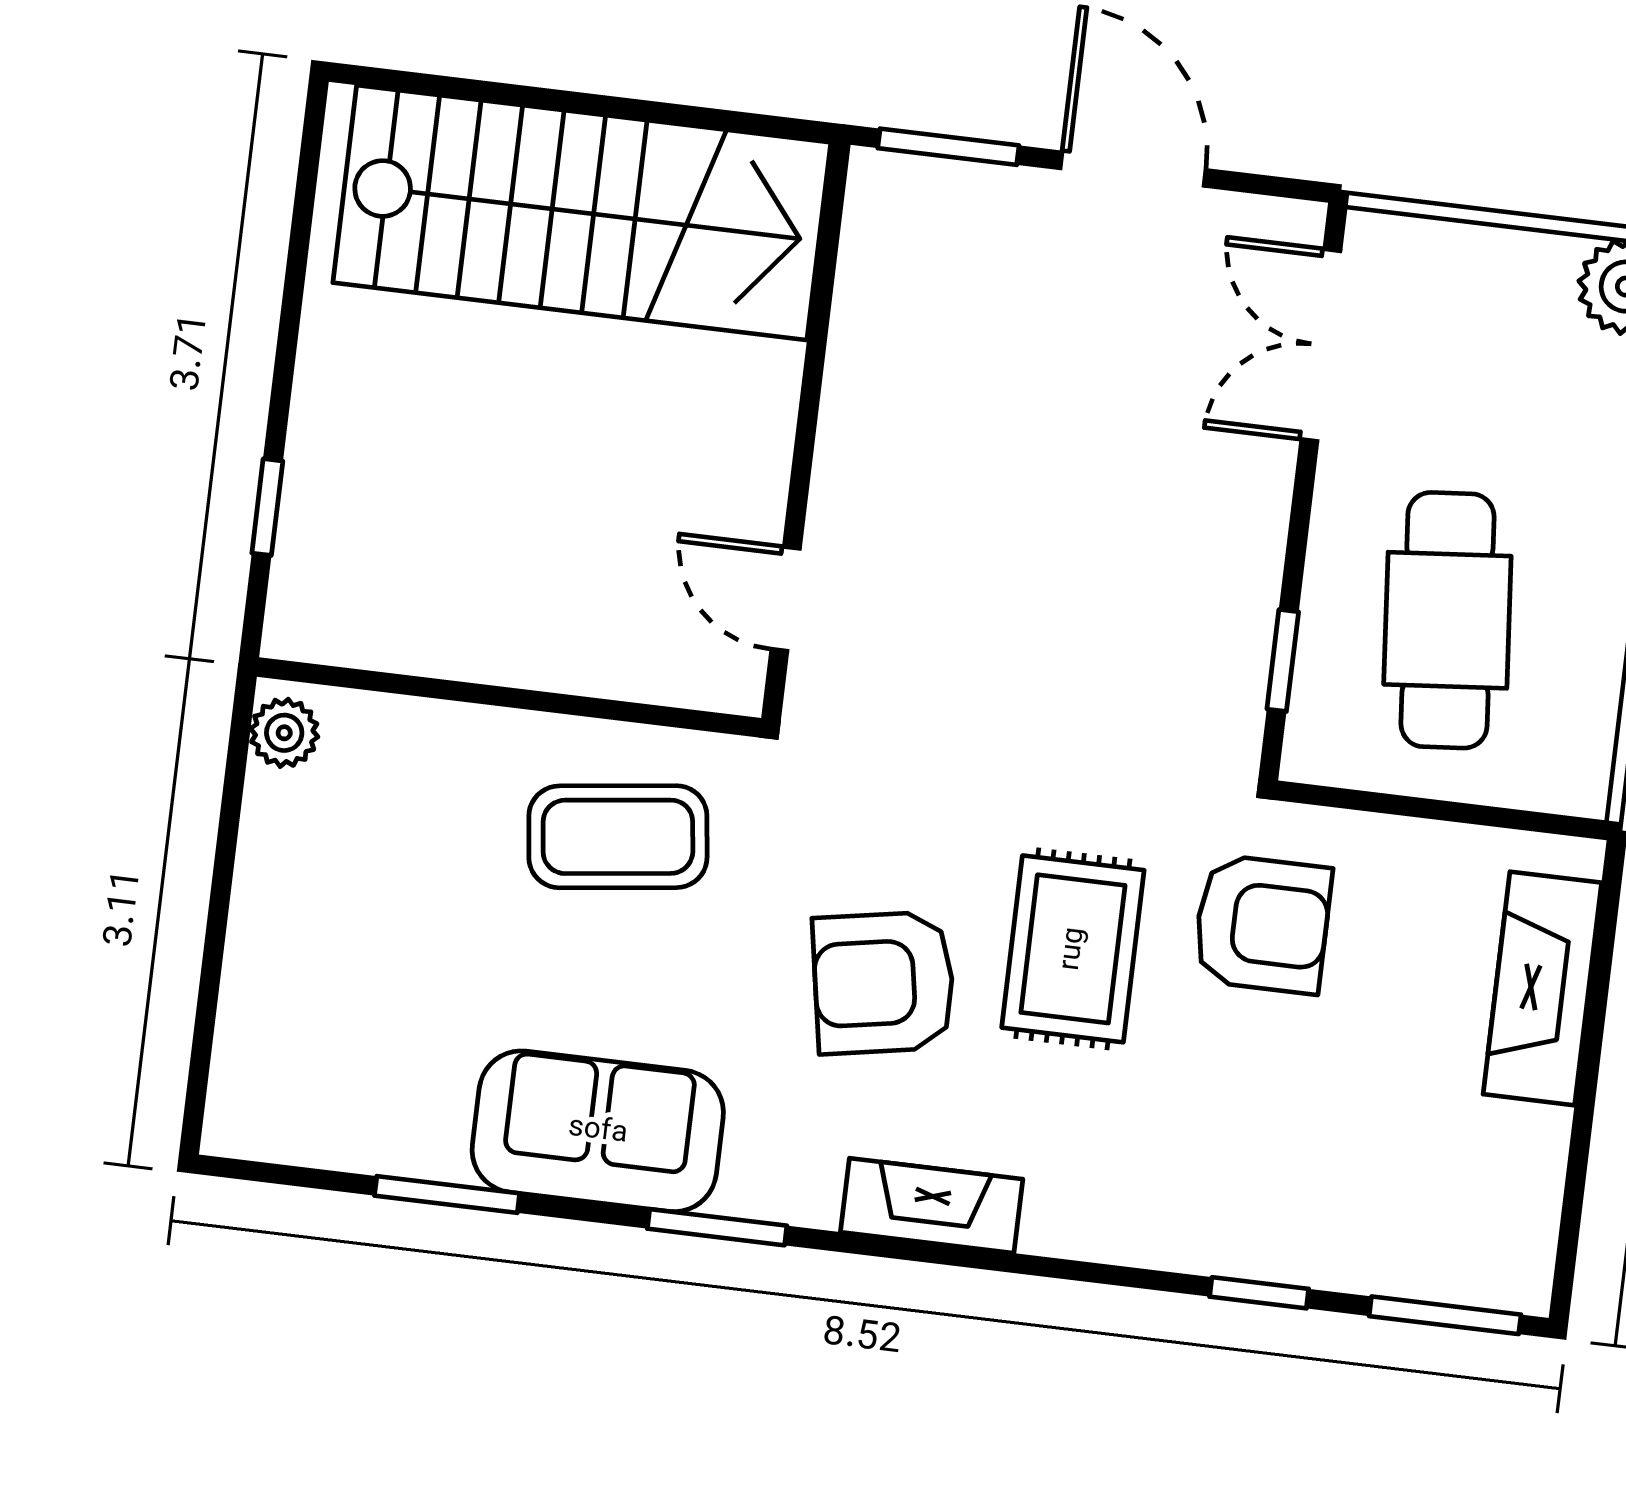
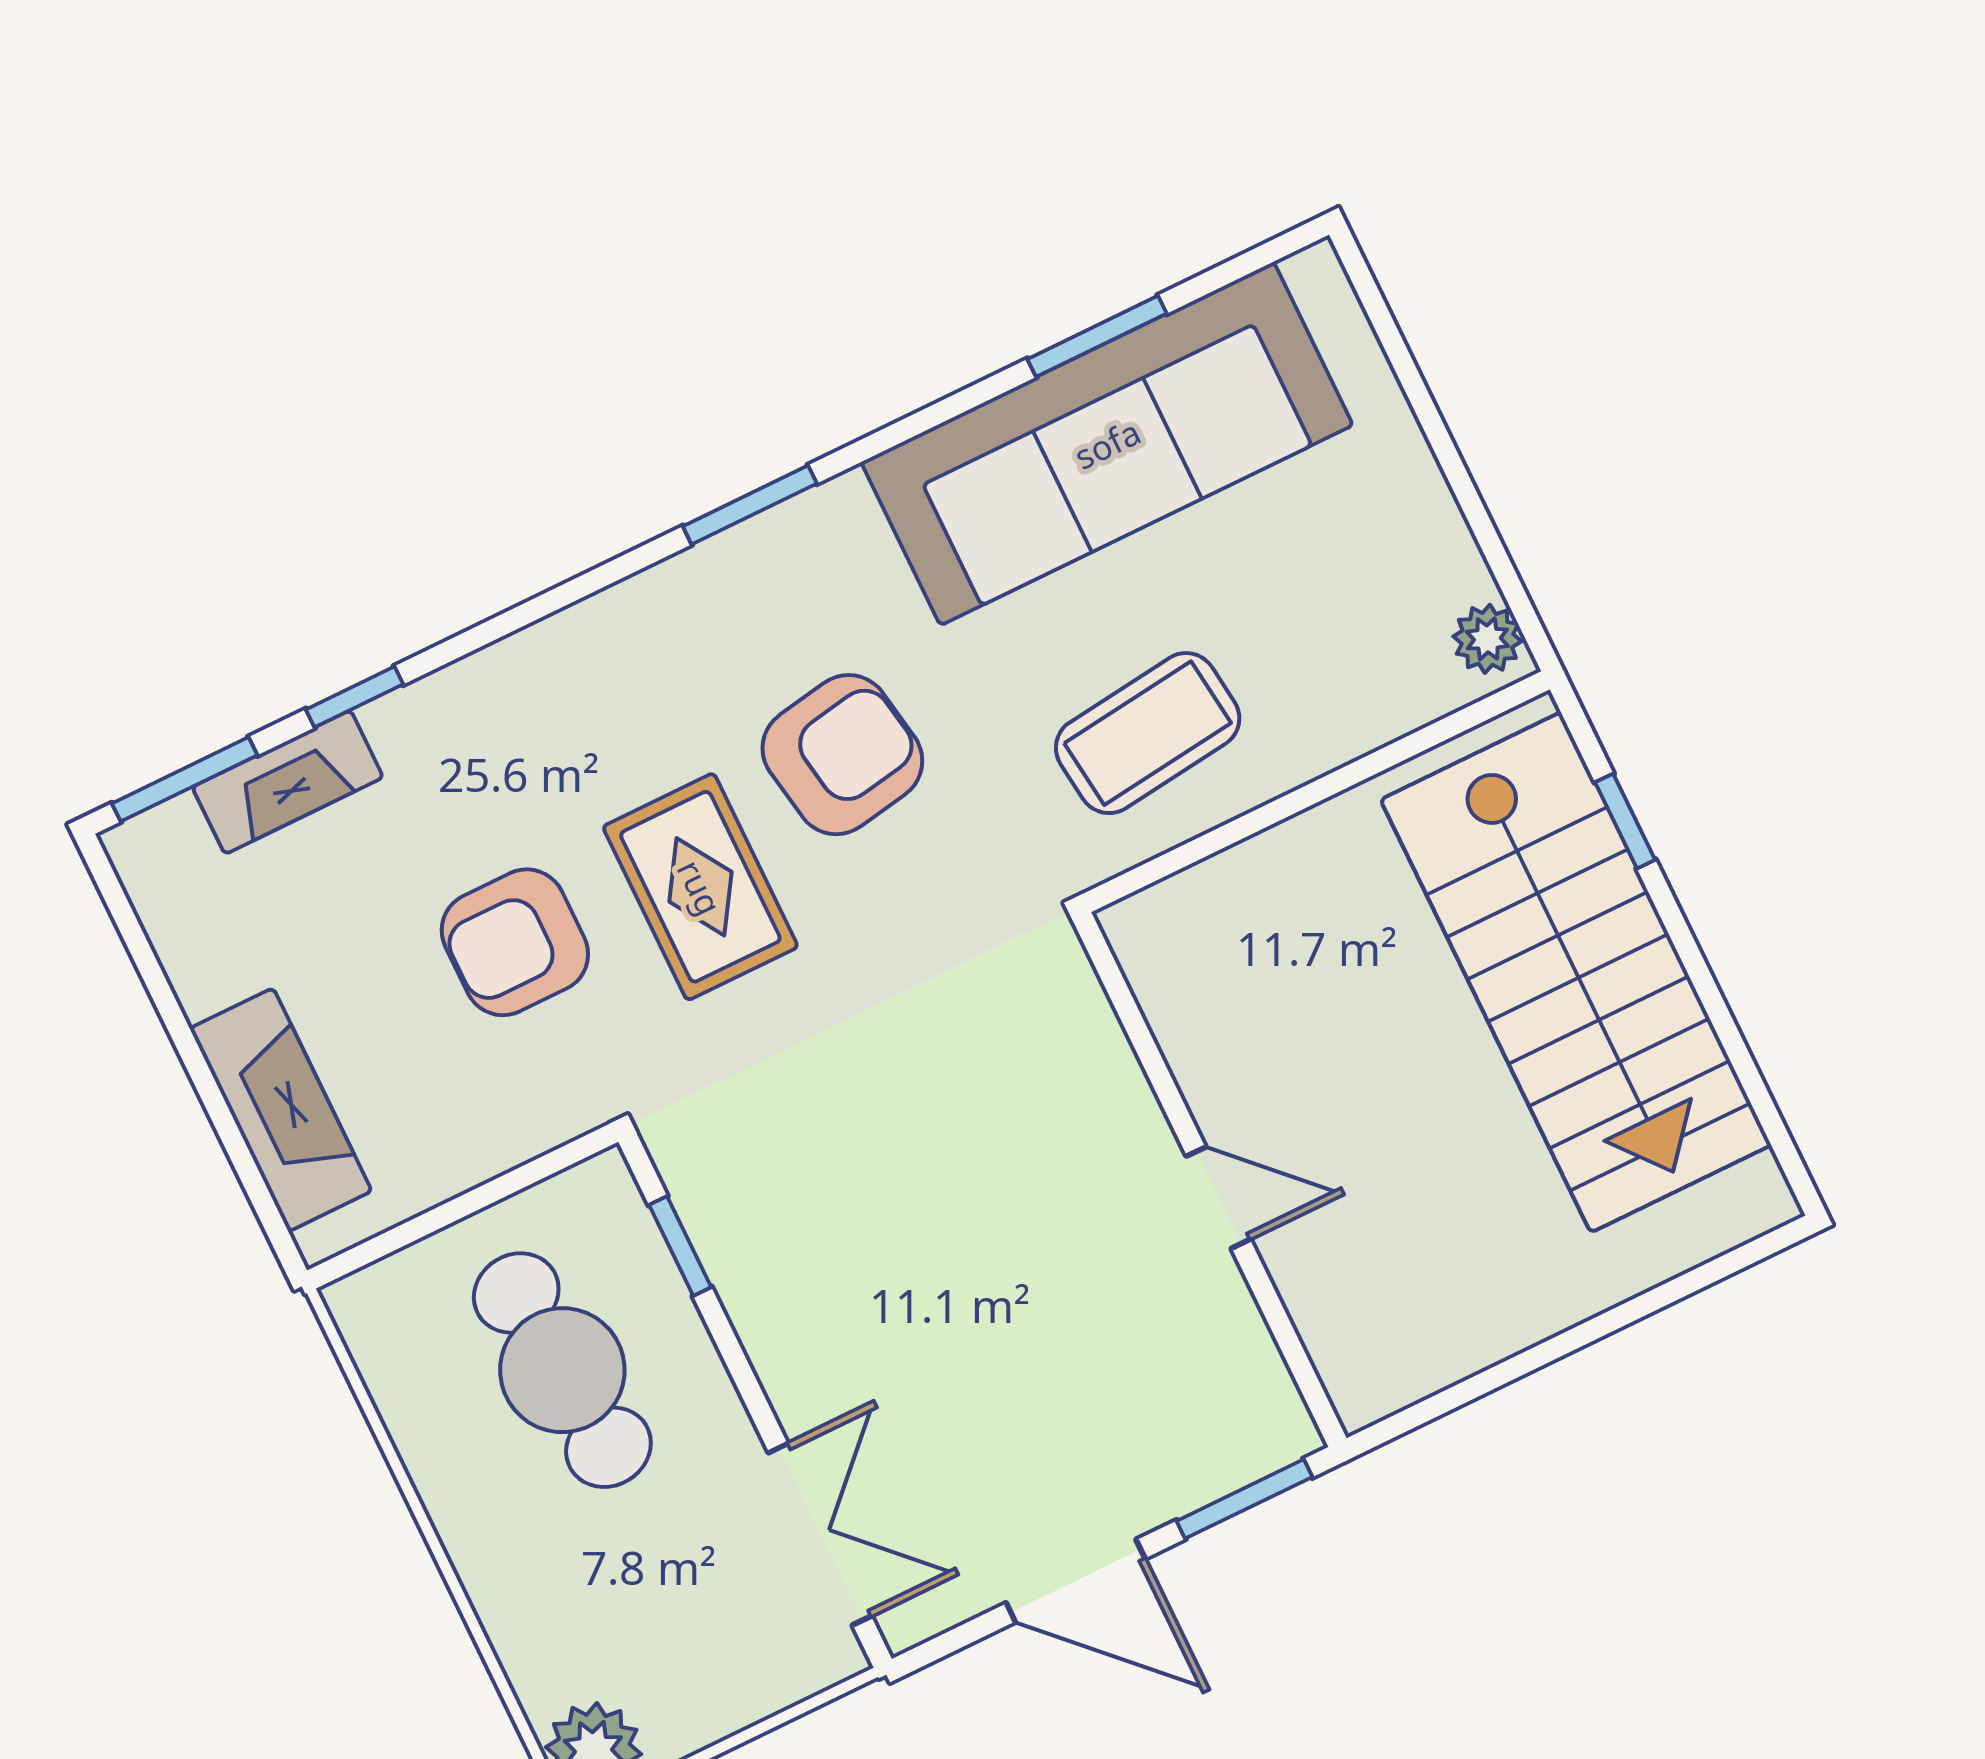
stairs: (582, 213) -> (1576, 972), moved, turned -90
door: (786, 599) -> (1218, 1198), moved
armchair: (1262, 924) -> (515, 942), moved
sofa: (598, 1131) -> (1107, 444), width x1.85, depth x1.27
fireplace: (932, 1206) -> (288, 782), moved
window: (717, 1227) -> (750, 505), moved

